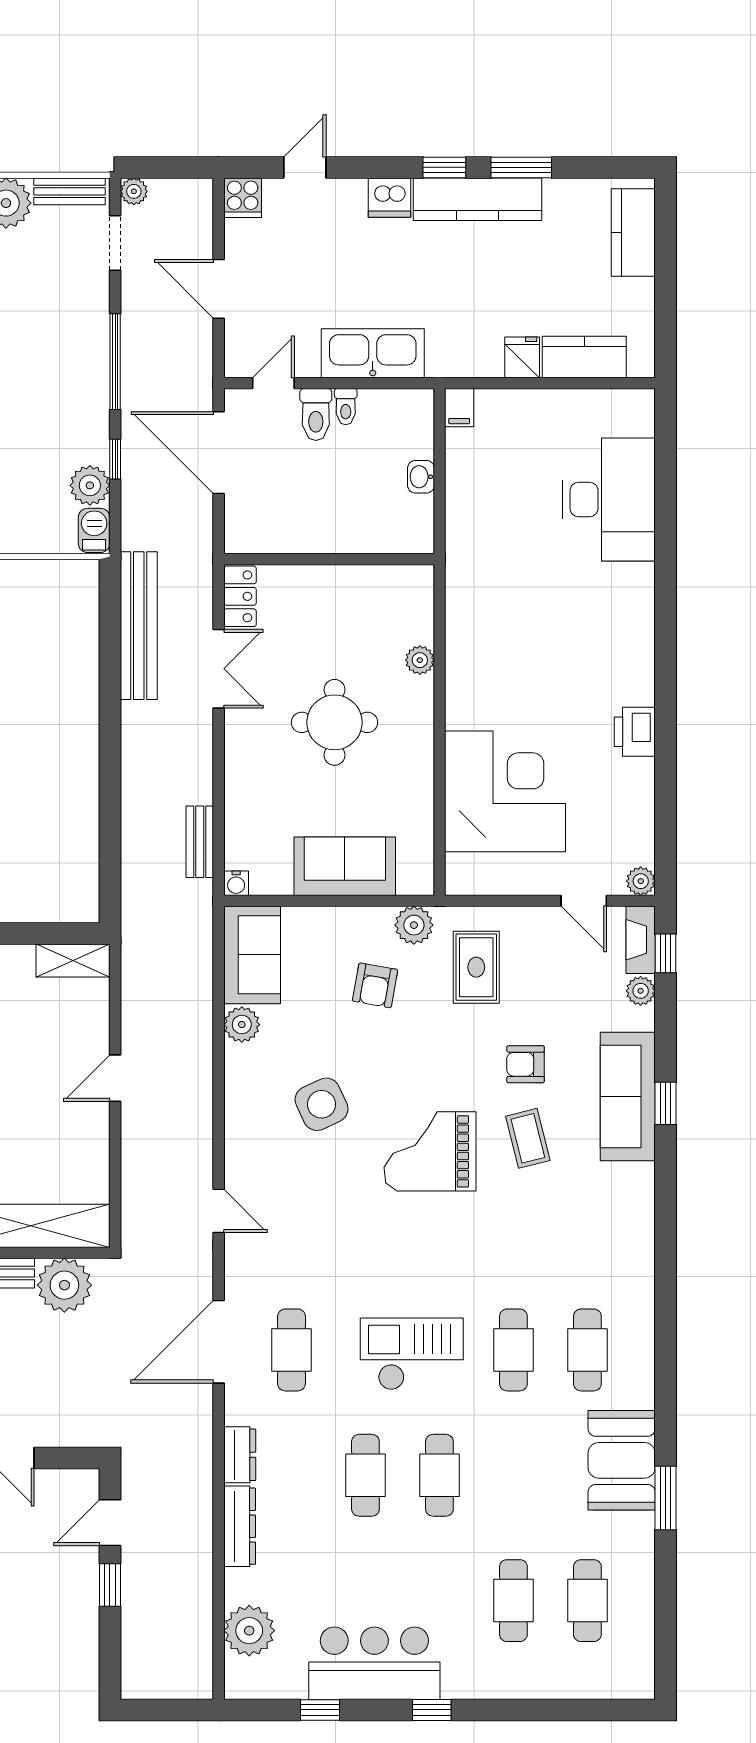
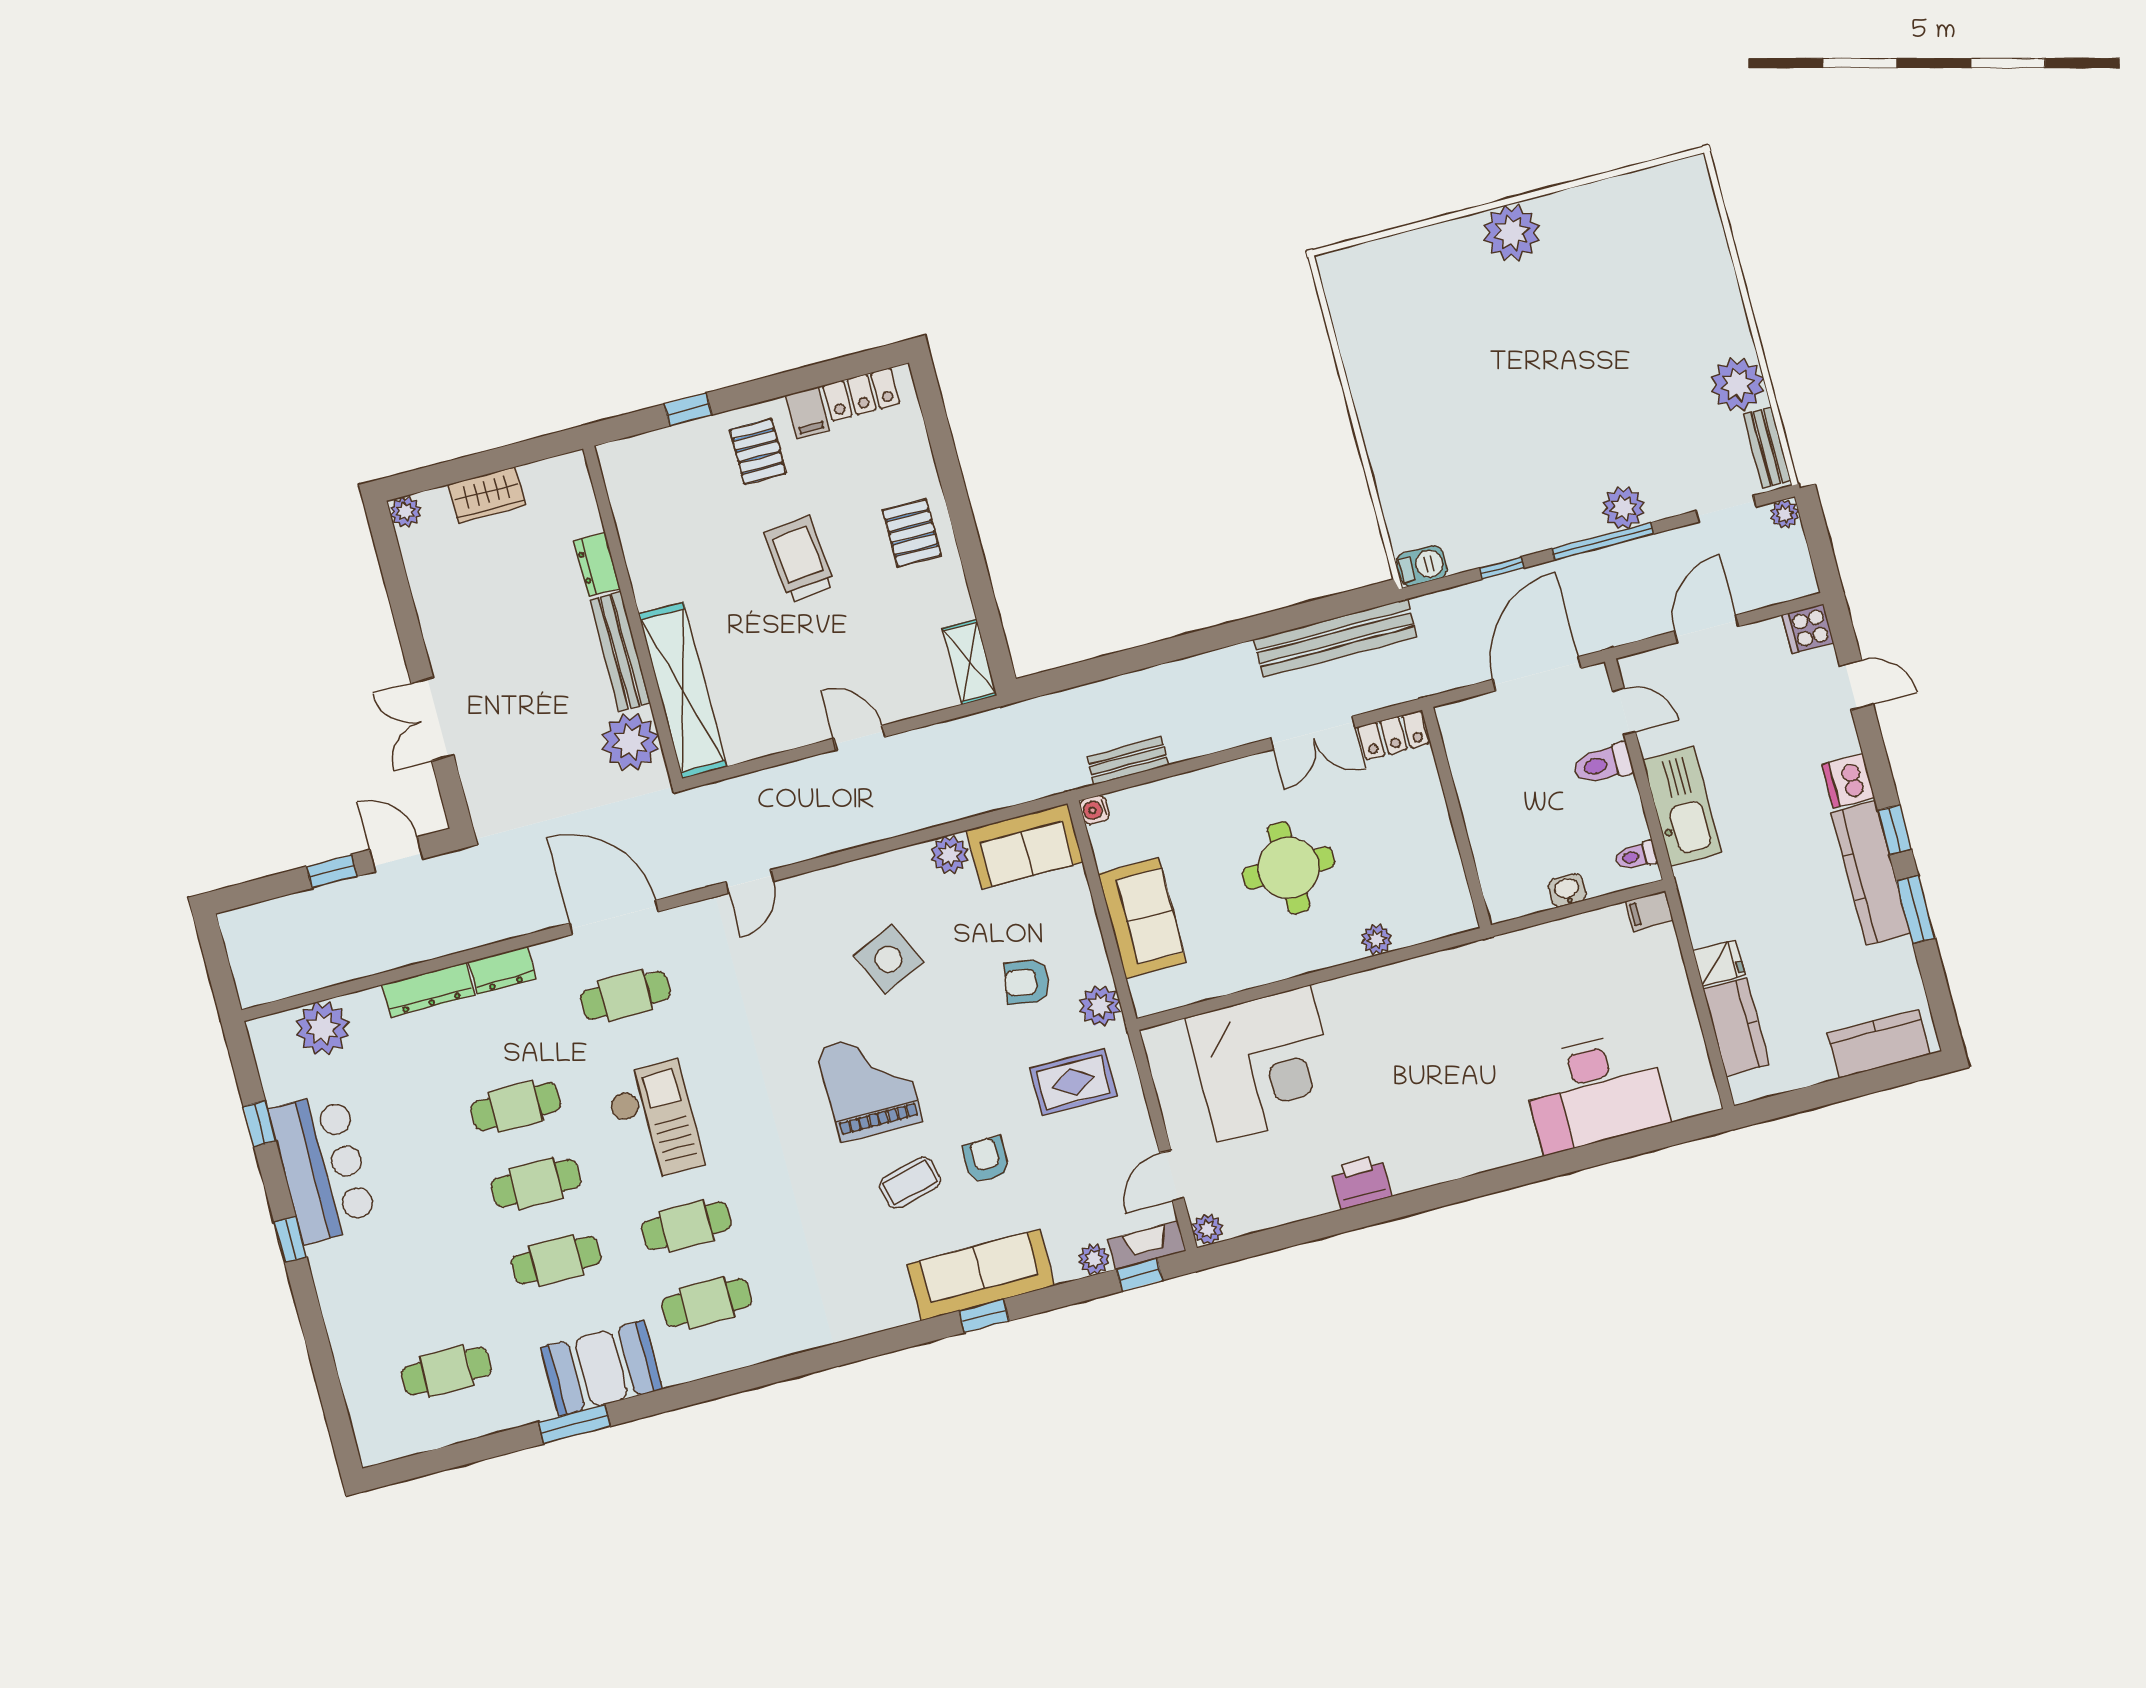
toilet: (346, 407) -> (1636, 856), moved
plant: (90, 485) -> (1623, 508), moved
cafe table: (513, 1601) -> (556, 1260), moved

